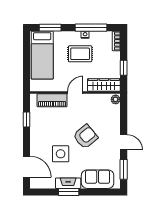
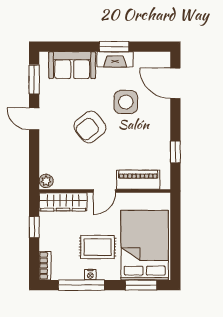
bed: (42, 55) -> (145, 245), width x1.50

